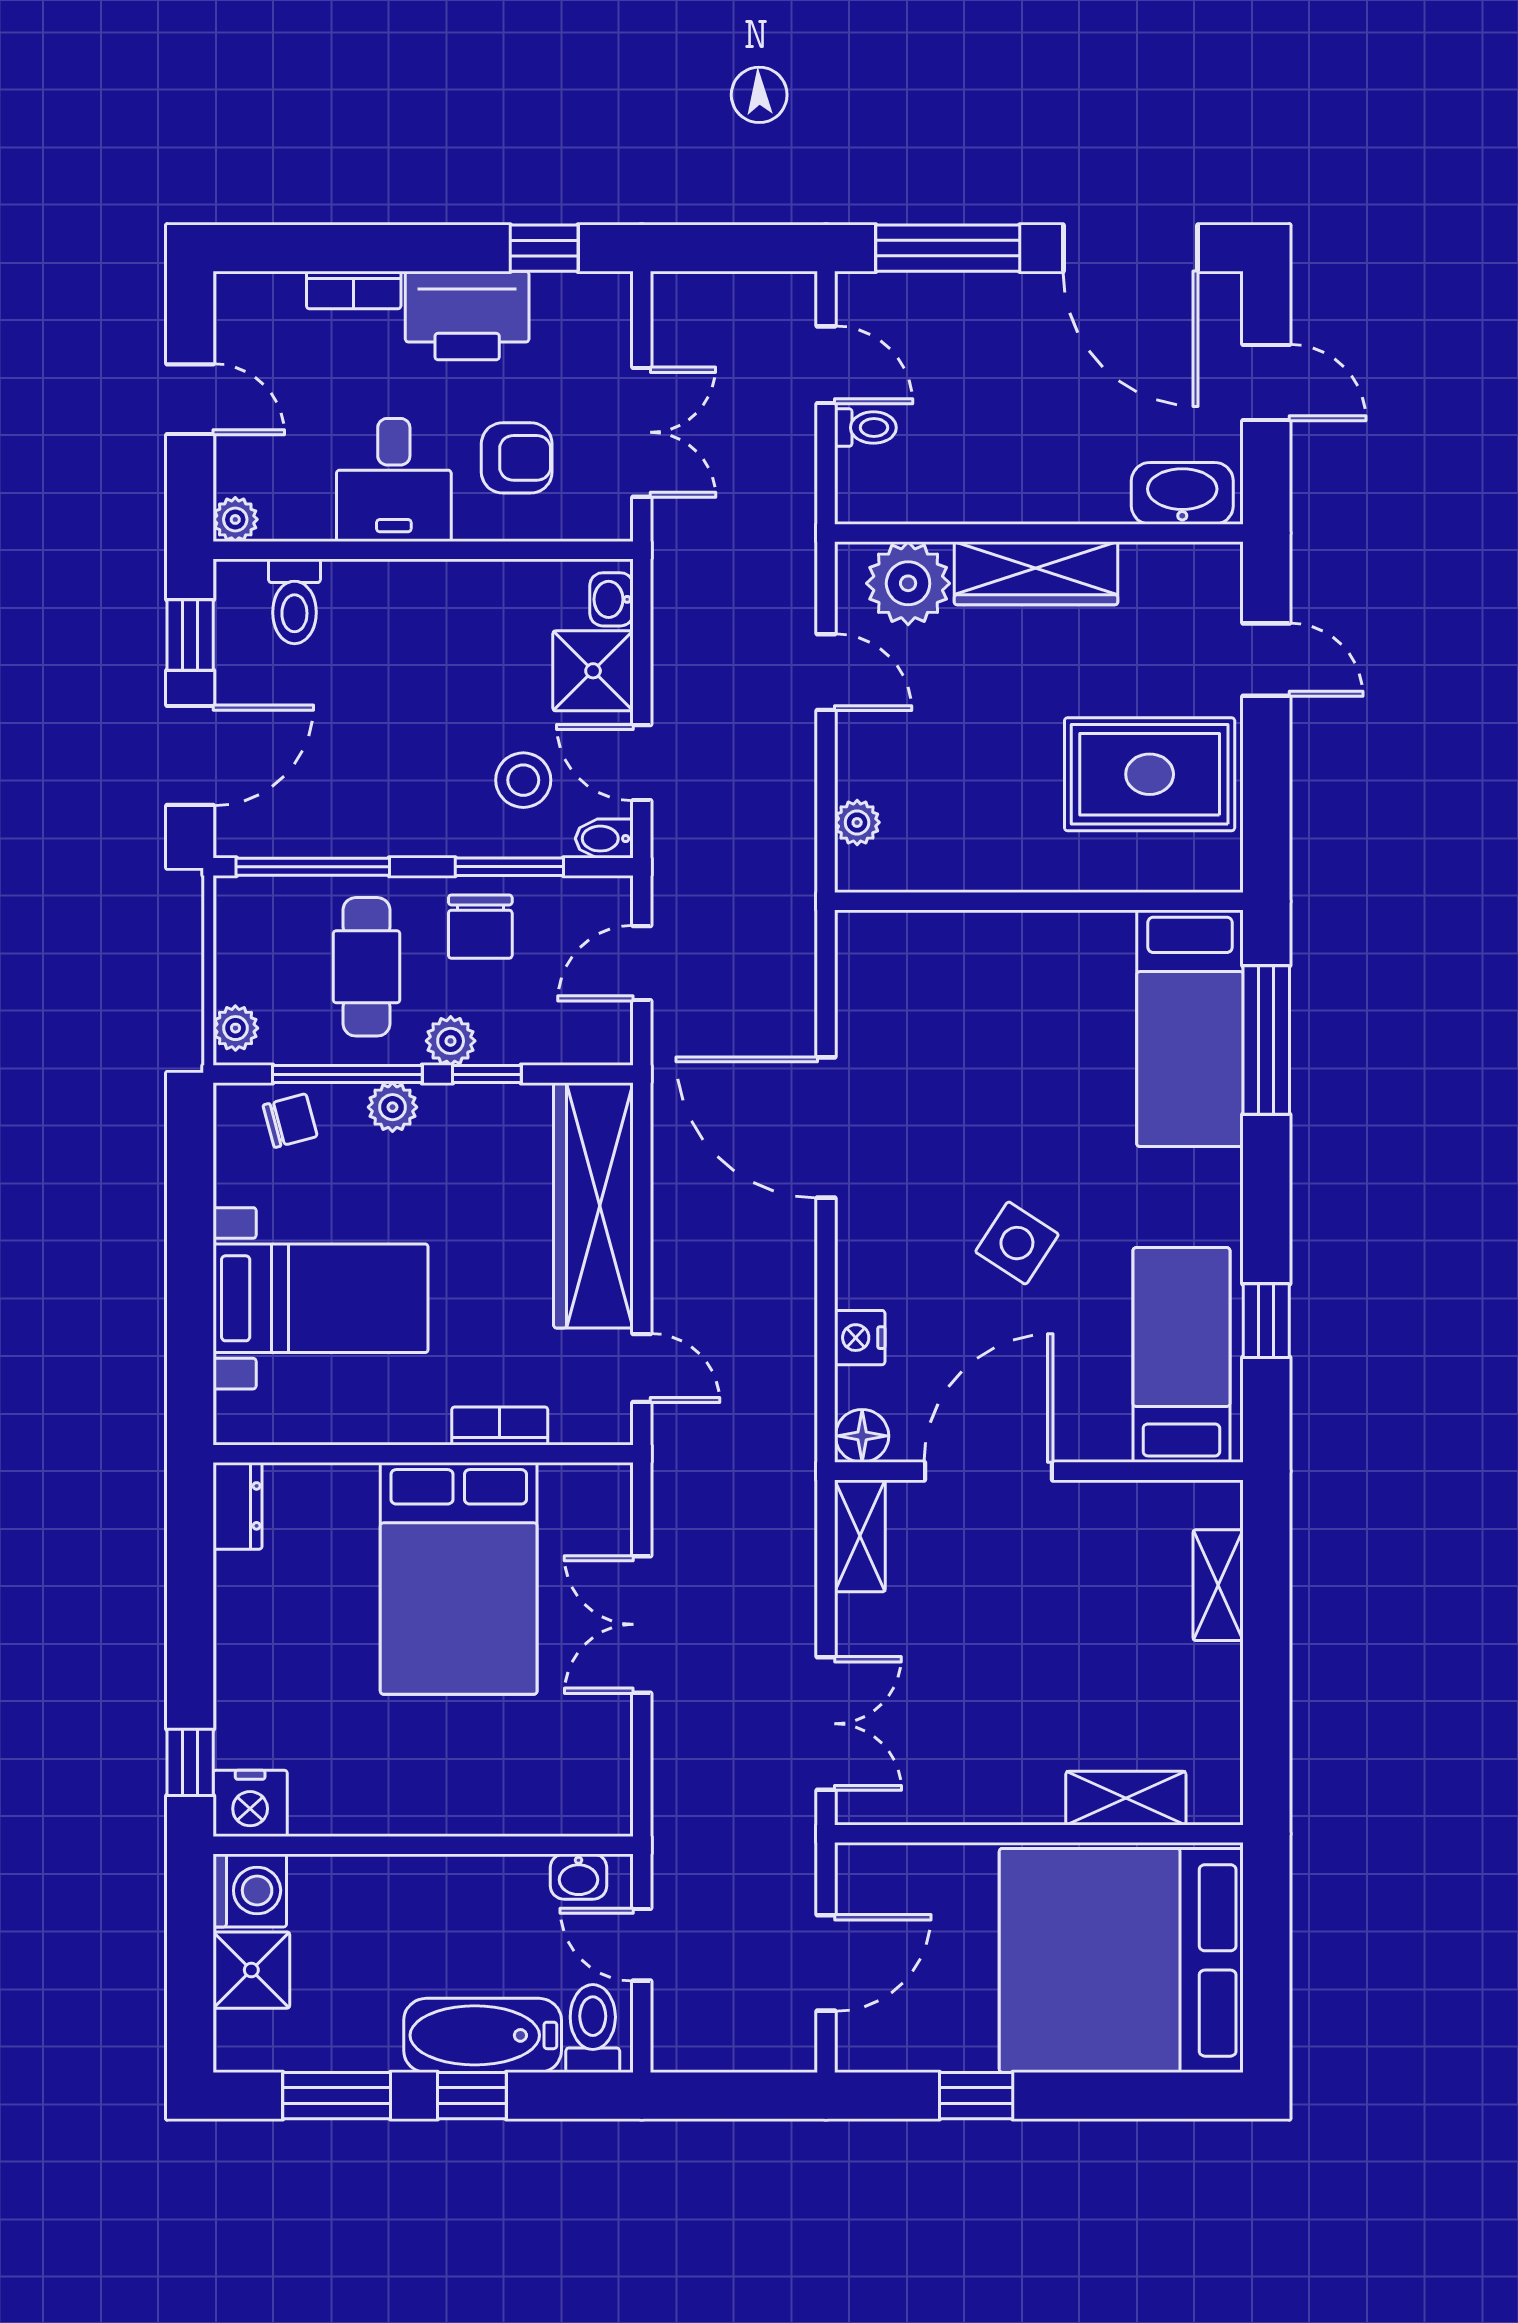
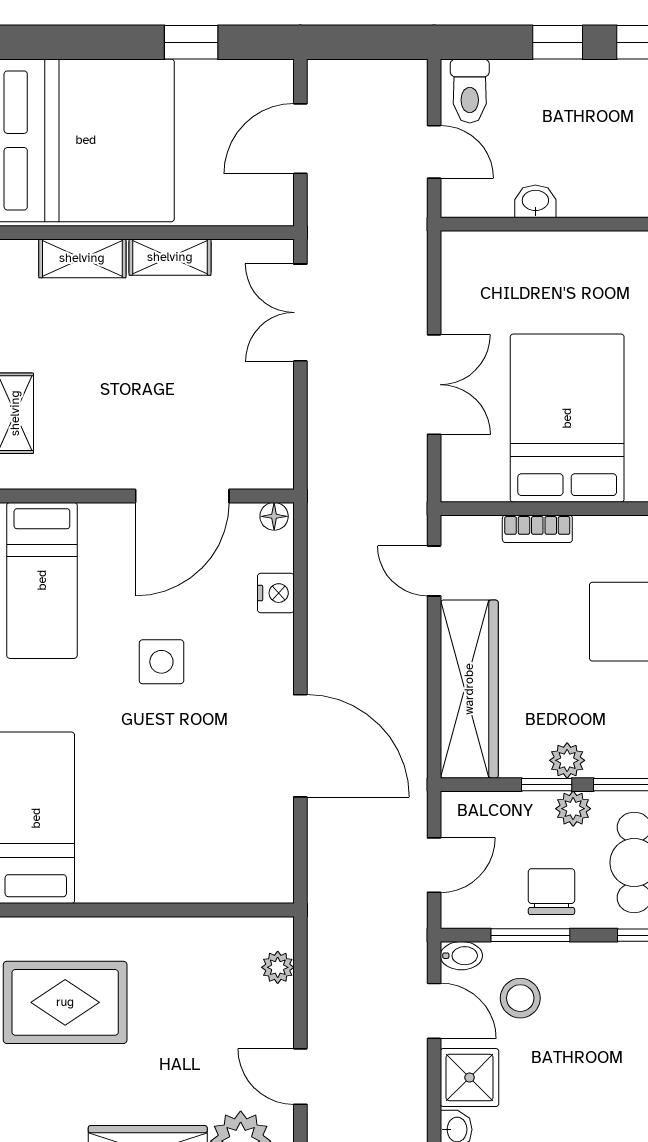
plant: (392, 1107) -> (567, 760), moved
side table: (1017, 1243) -> (161, 662), turned -33
floor lamp: (862, 1436) -> (274, 516), width x0.73, depth x0.73
shelving: (860, 1536) -> (170, 257), moved, turned 90
washbasin: (579, 1877) -> (535, 201), moved
bathtub: (483, 2035) -> (550, 86), removed

